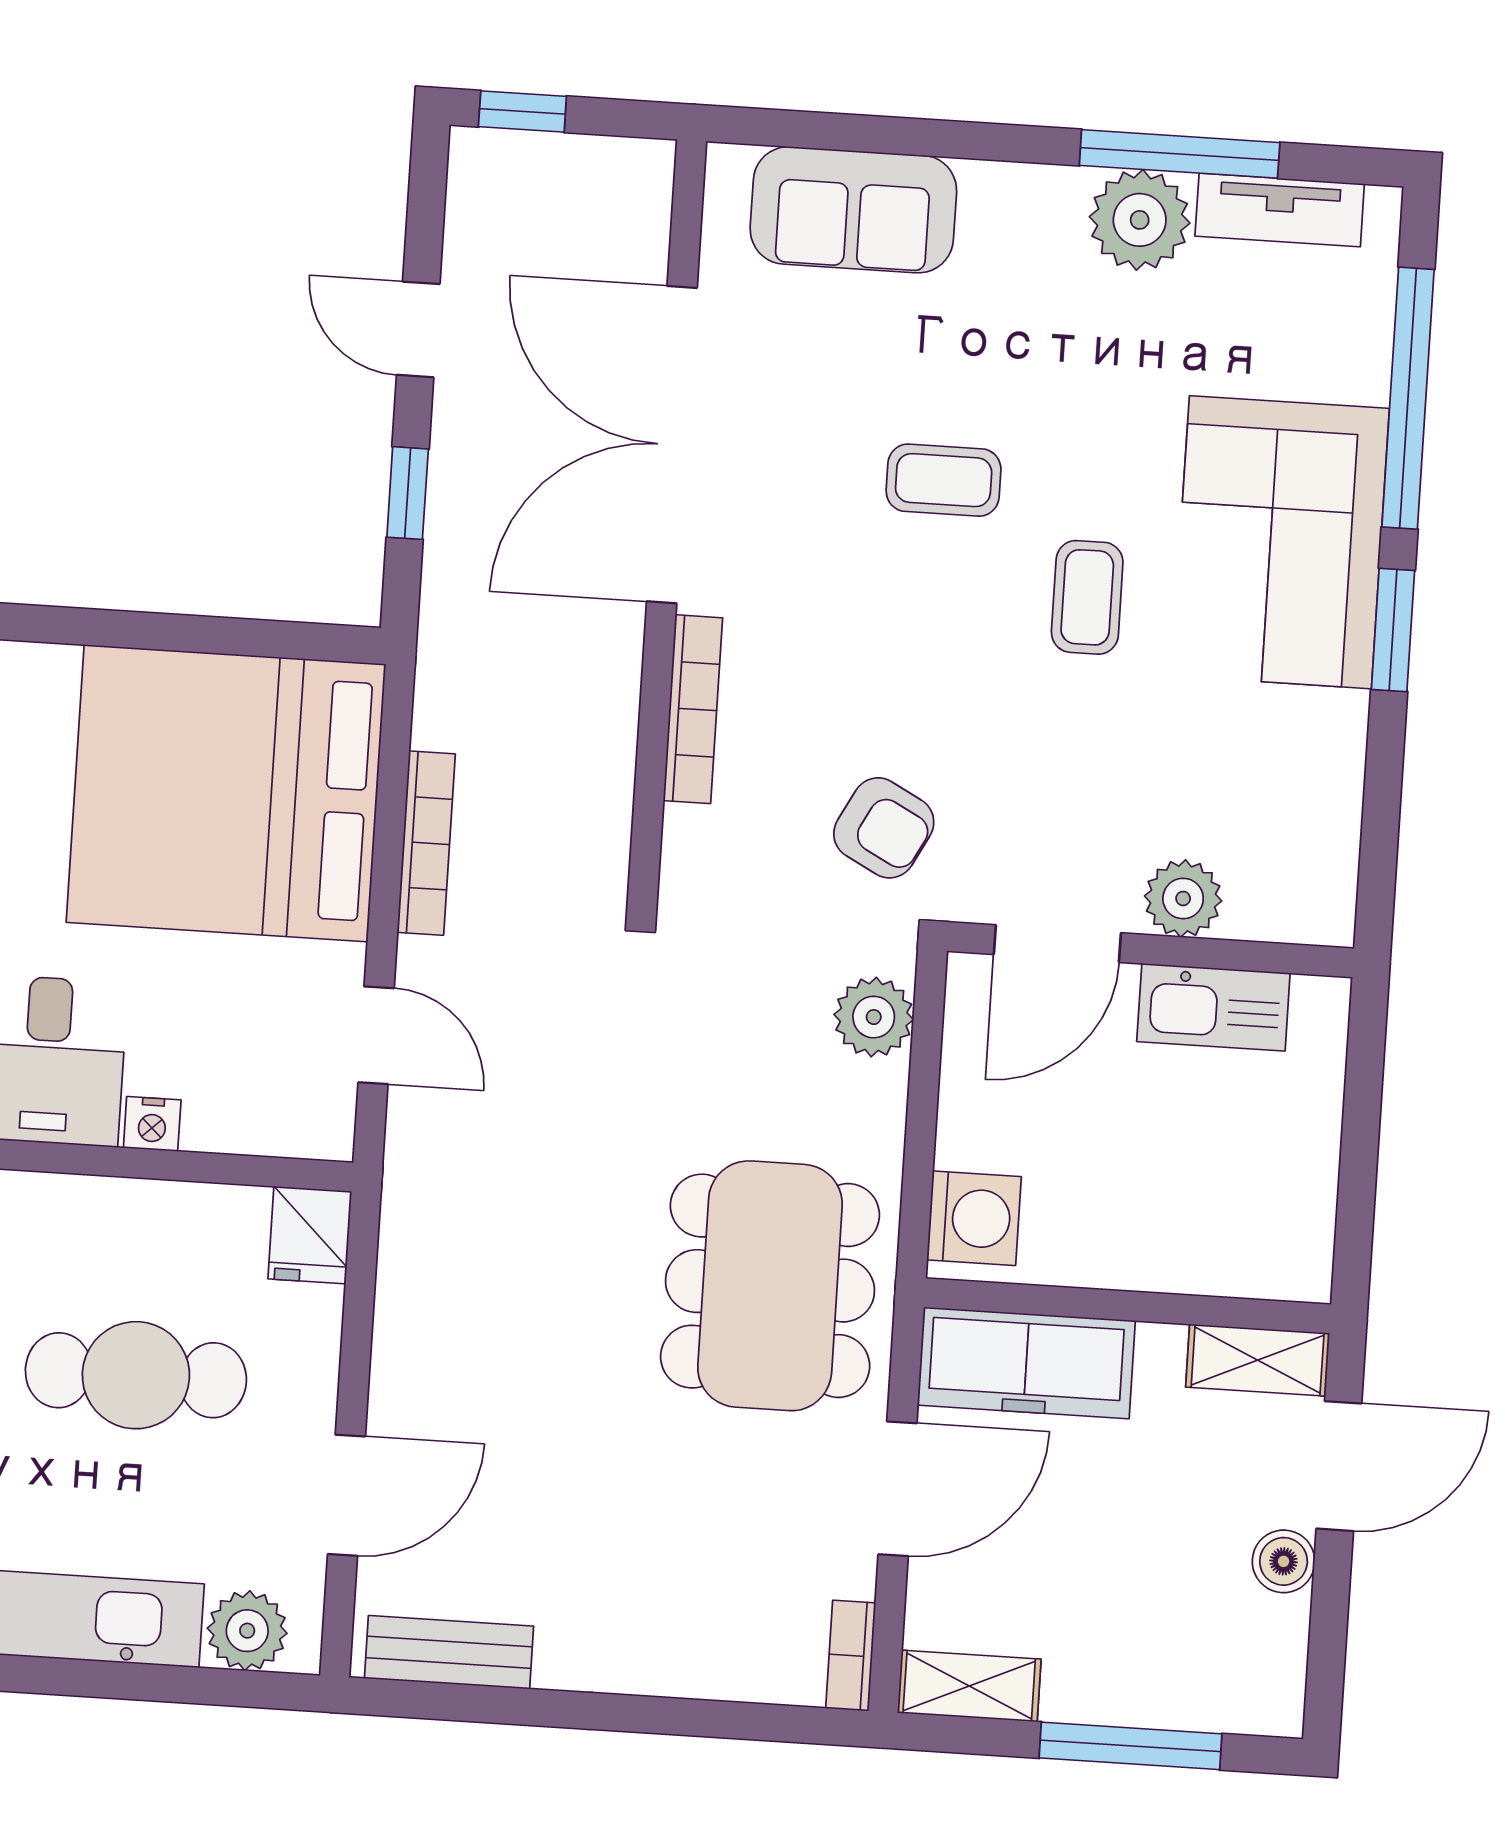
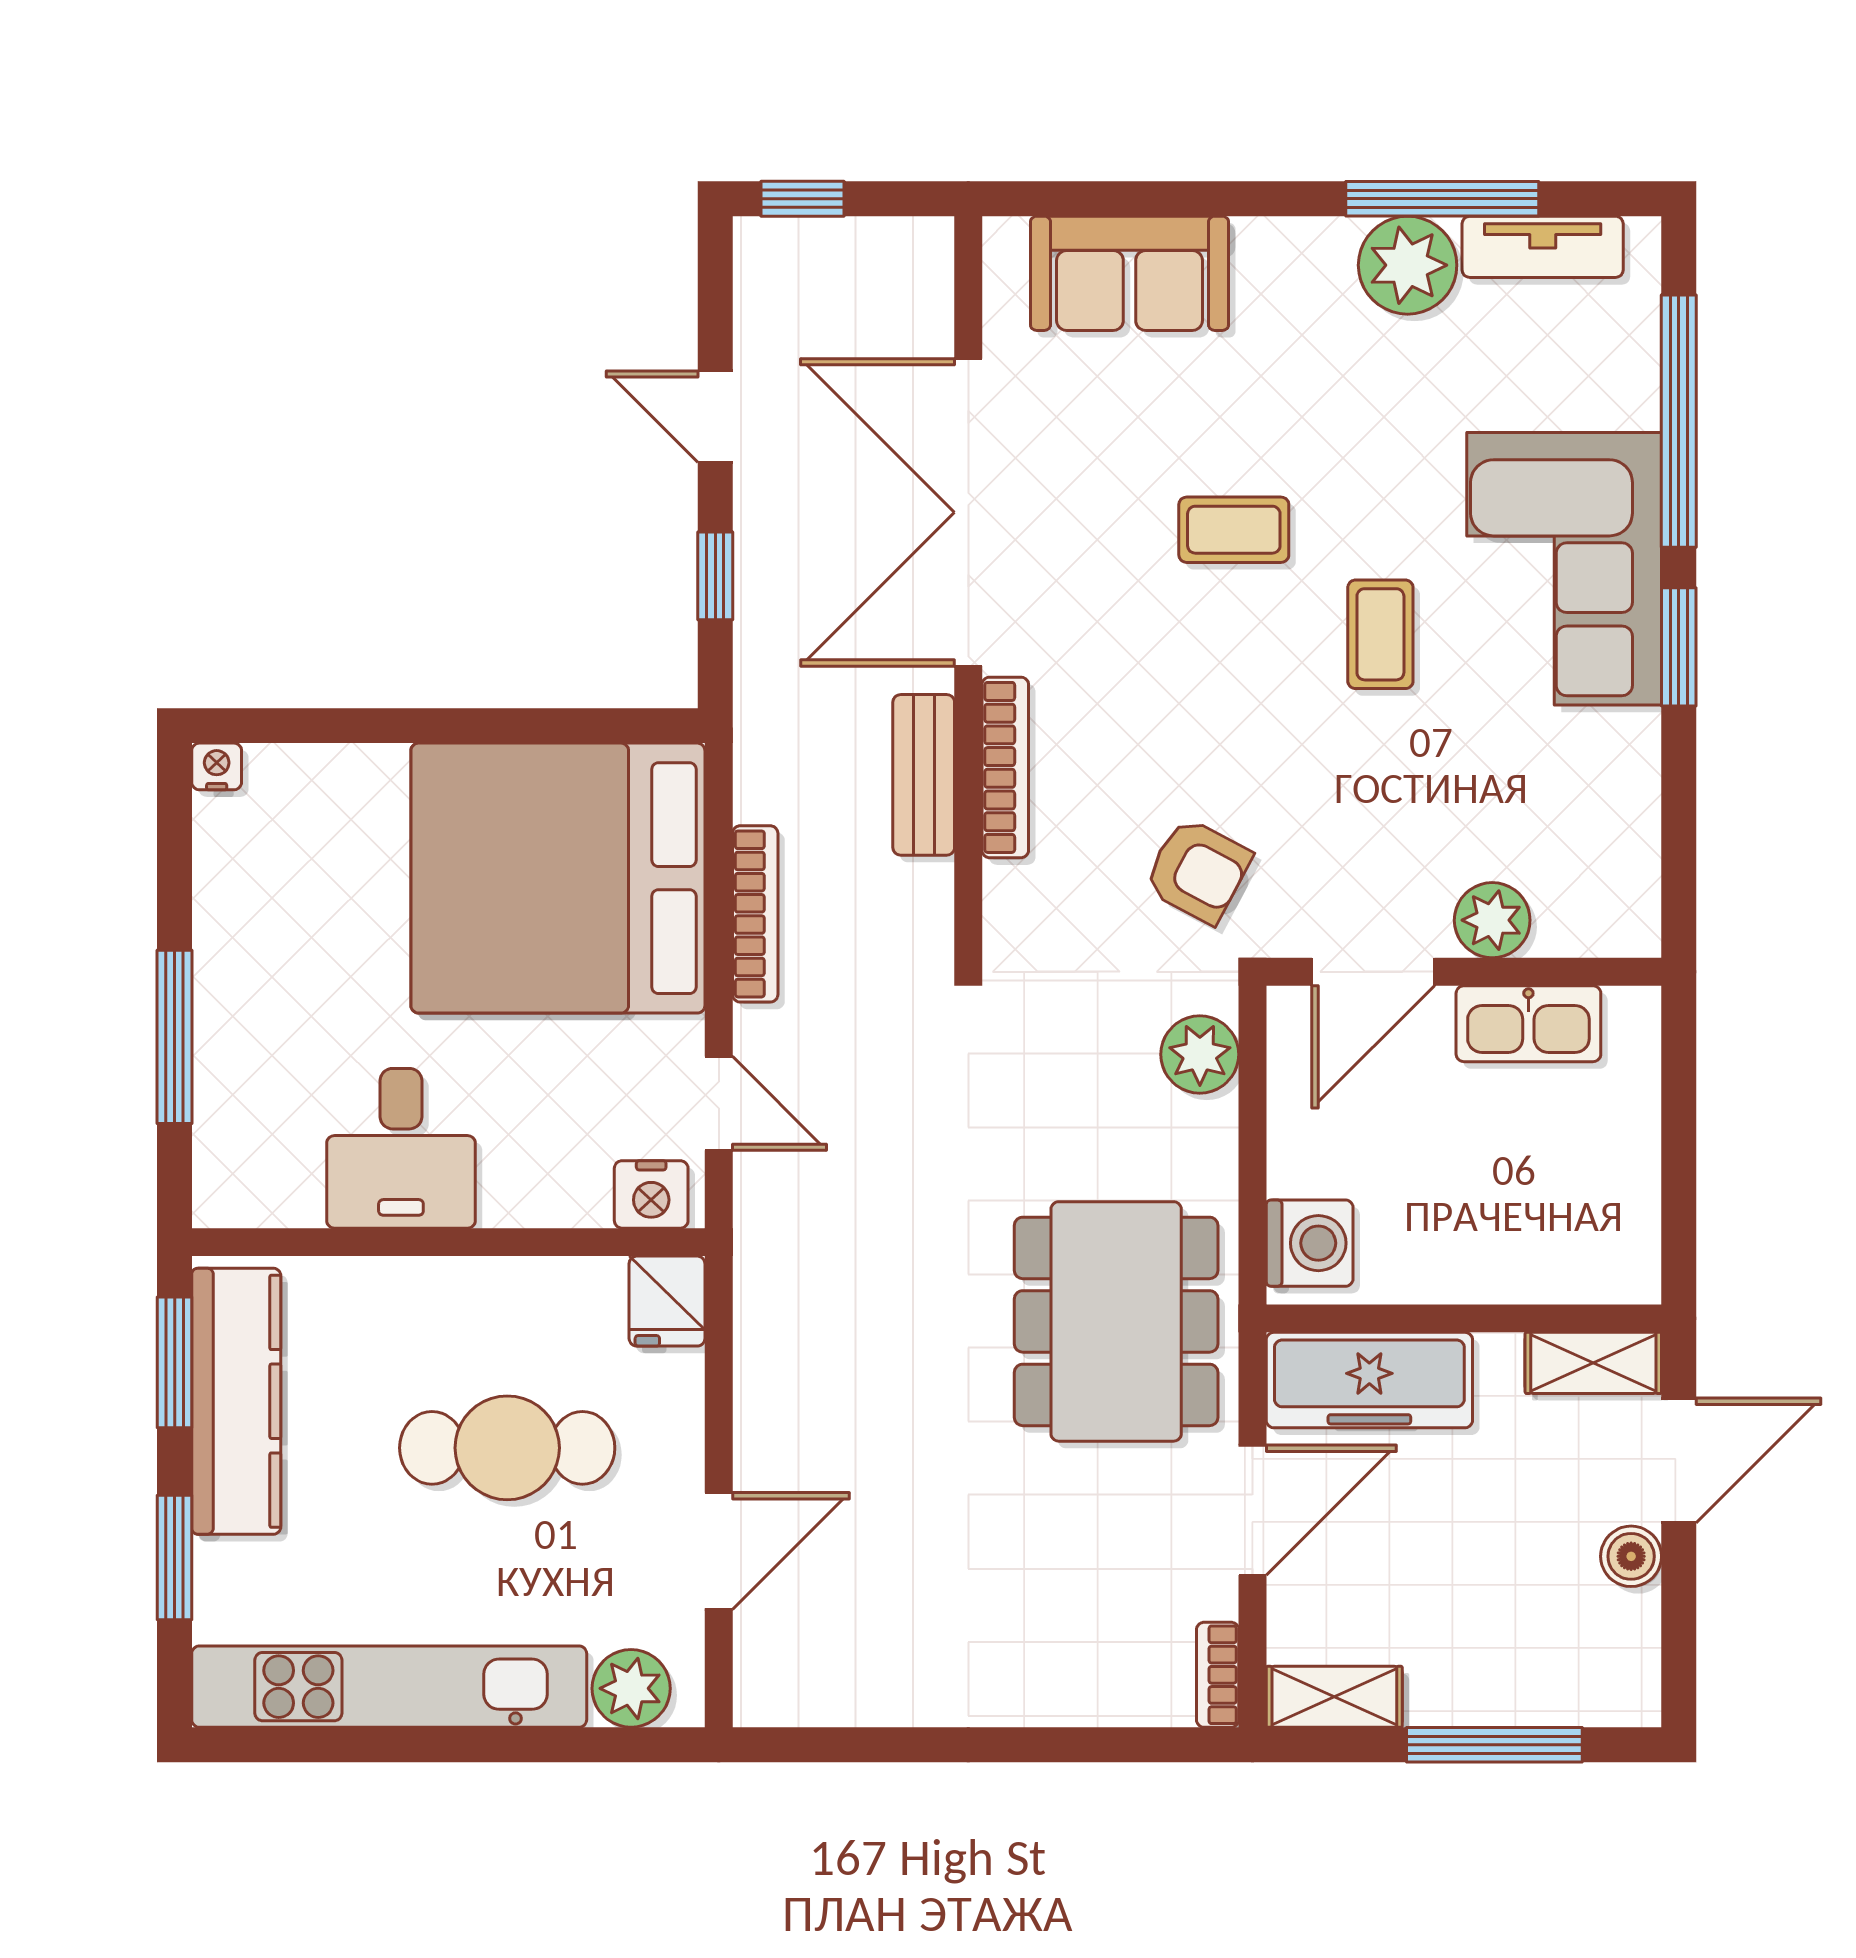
nightstand: (152, 1124) -> (651, 1194), moved, width x1.39, depth x1.35
bench: (449, 1652) -> (924, 775), moved, turned 90

